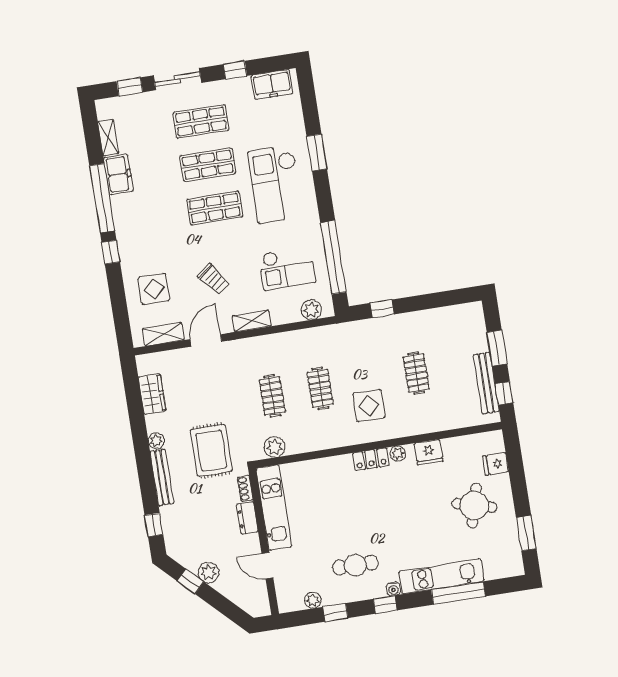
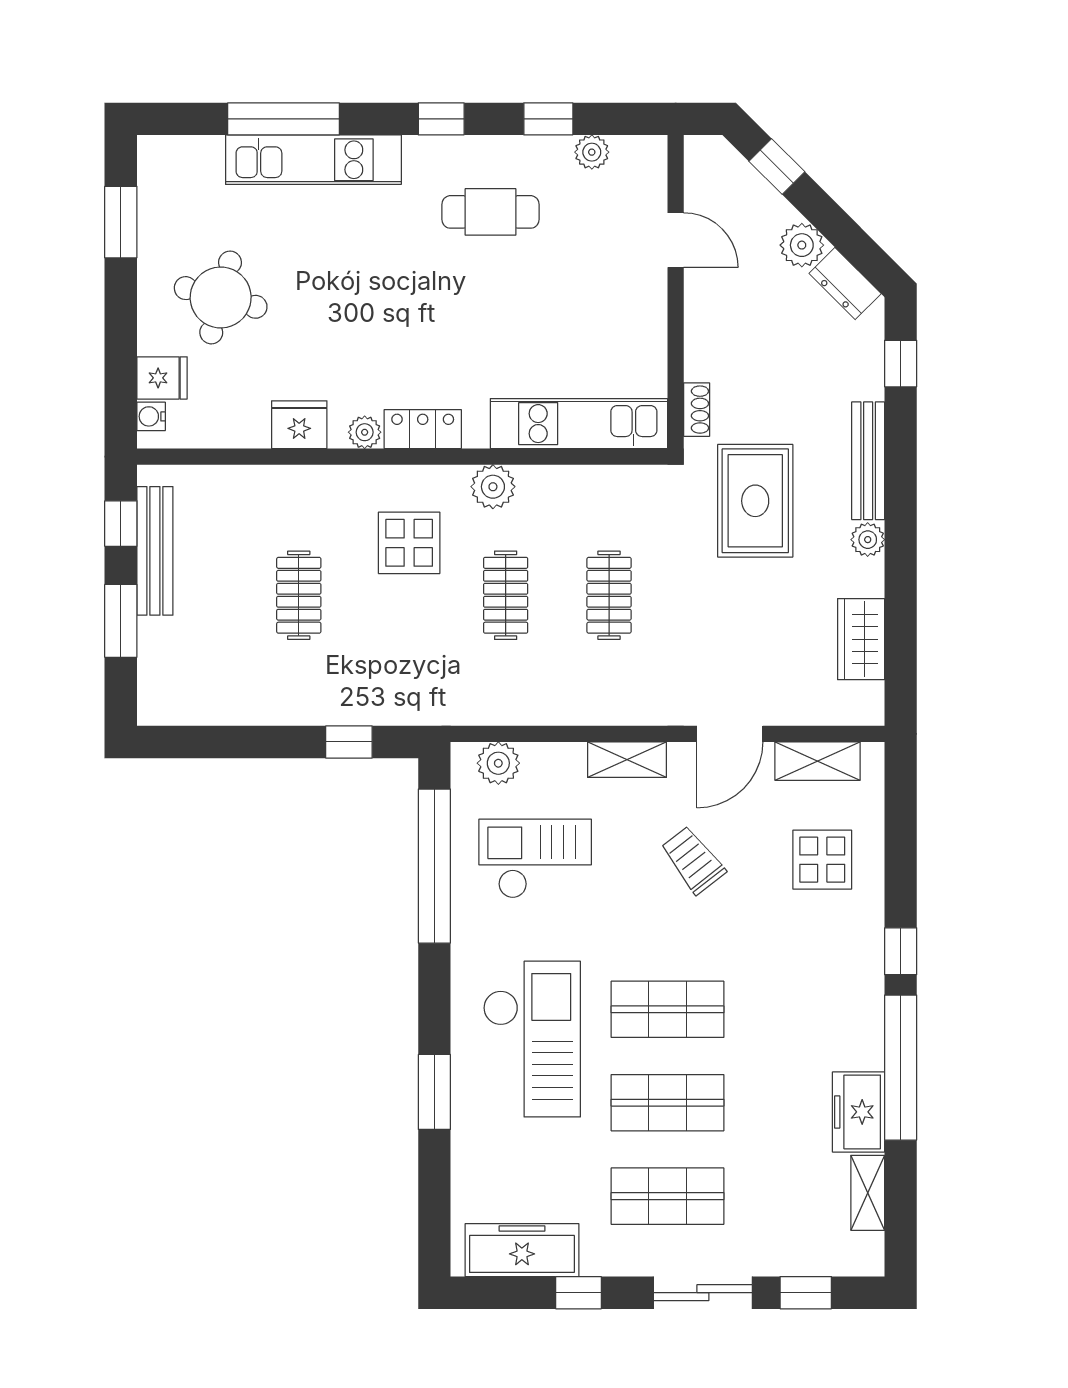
freezer: (272, 84) -> (522, 1250), width x1.40
plant: (275, 447) -> (493, 487), moved
kitchen unit: (274, 508) -> (579, 424), moved, turned 90
dresser: (247, 518) -> (845, 284), moved, turned 135
window: (190, 581) -> (777, 166), moved
water cooler: (393, 589) -> (151, 416), moved, turned -90

